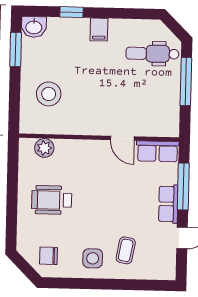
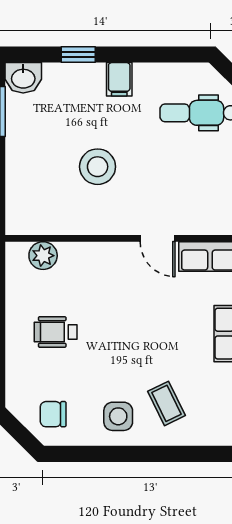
stool: (49, 94) -> (98, 167), moved
wheelchair: (52, 200) -> (56, 332), width x0.73, depth x0.73
coffee table: (126, 250) -> (167, 403), turned -36

